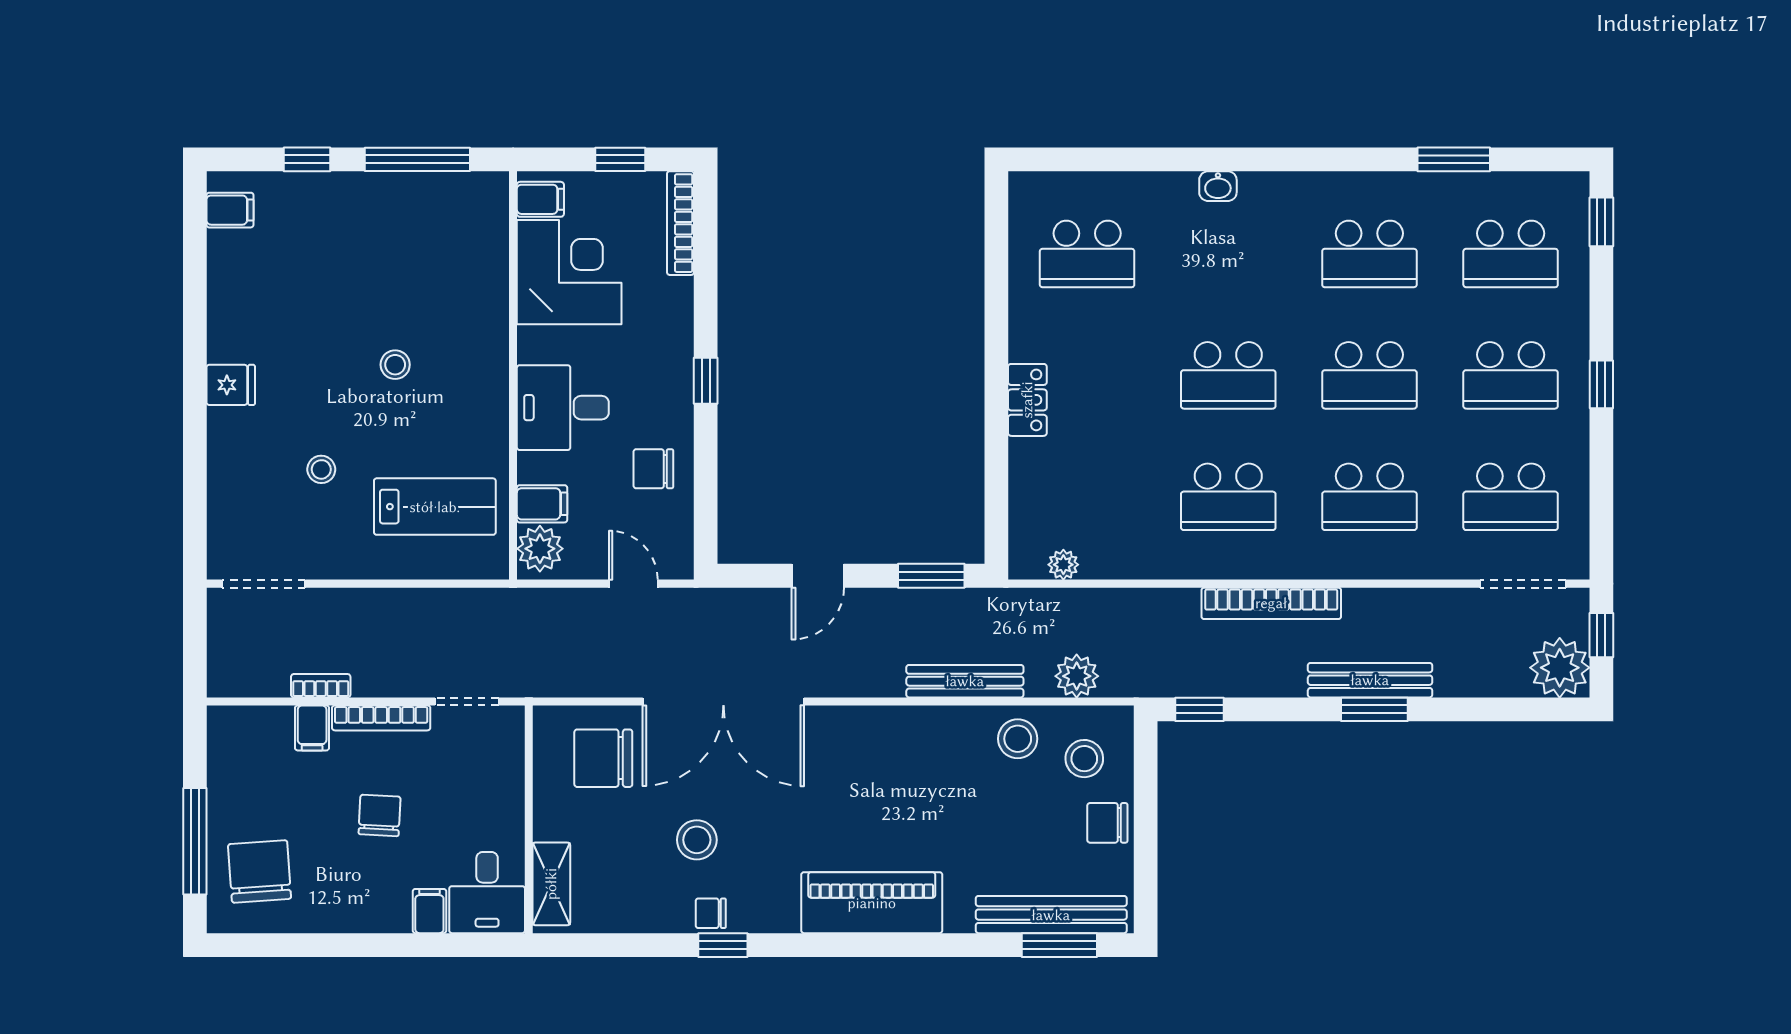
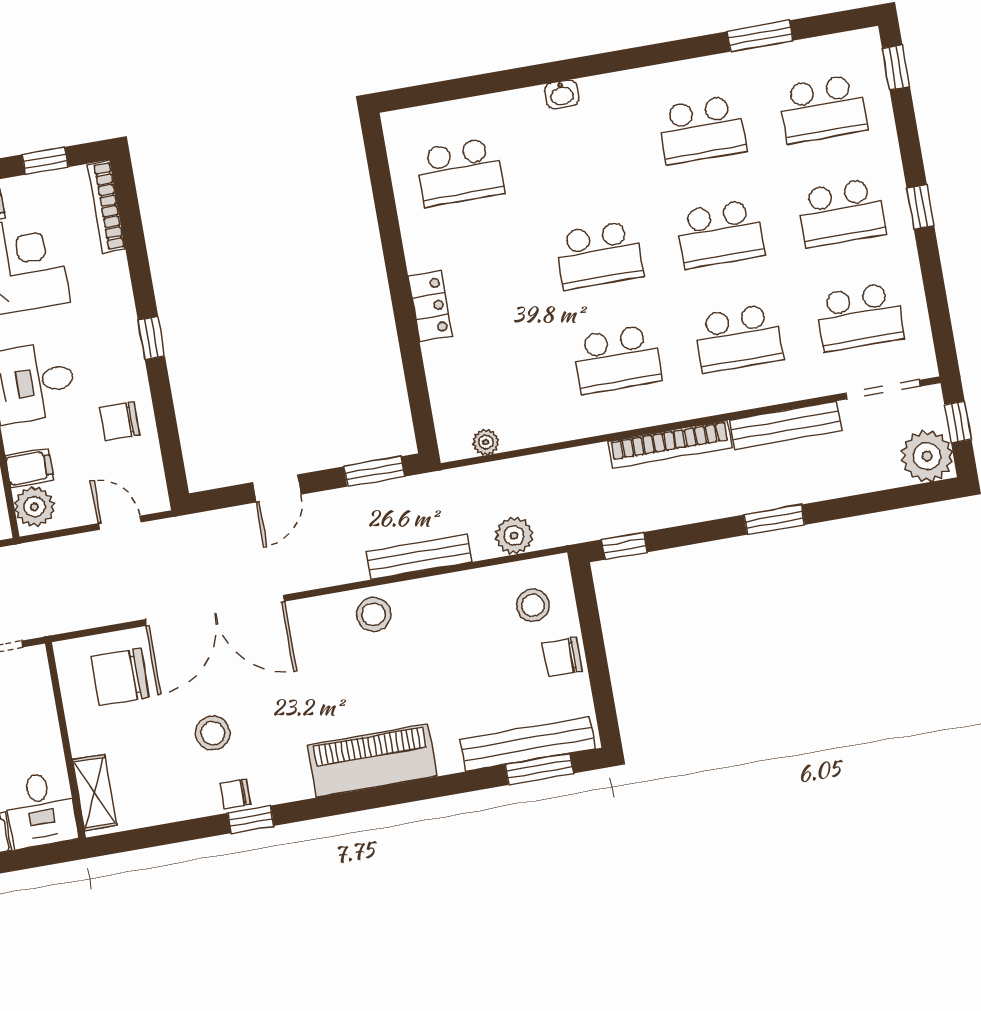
bench: (1370, 680) -> (786, 425), moved
stool: (1018, 739) -> (374, 614), moved

